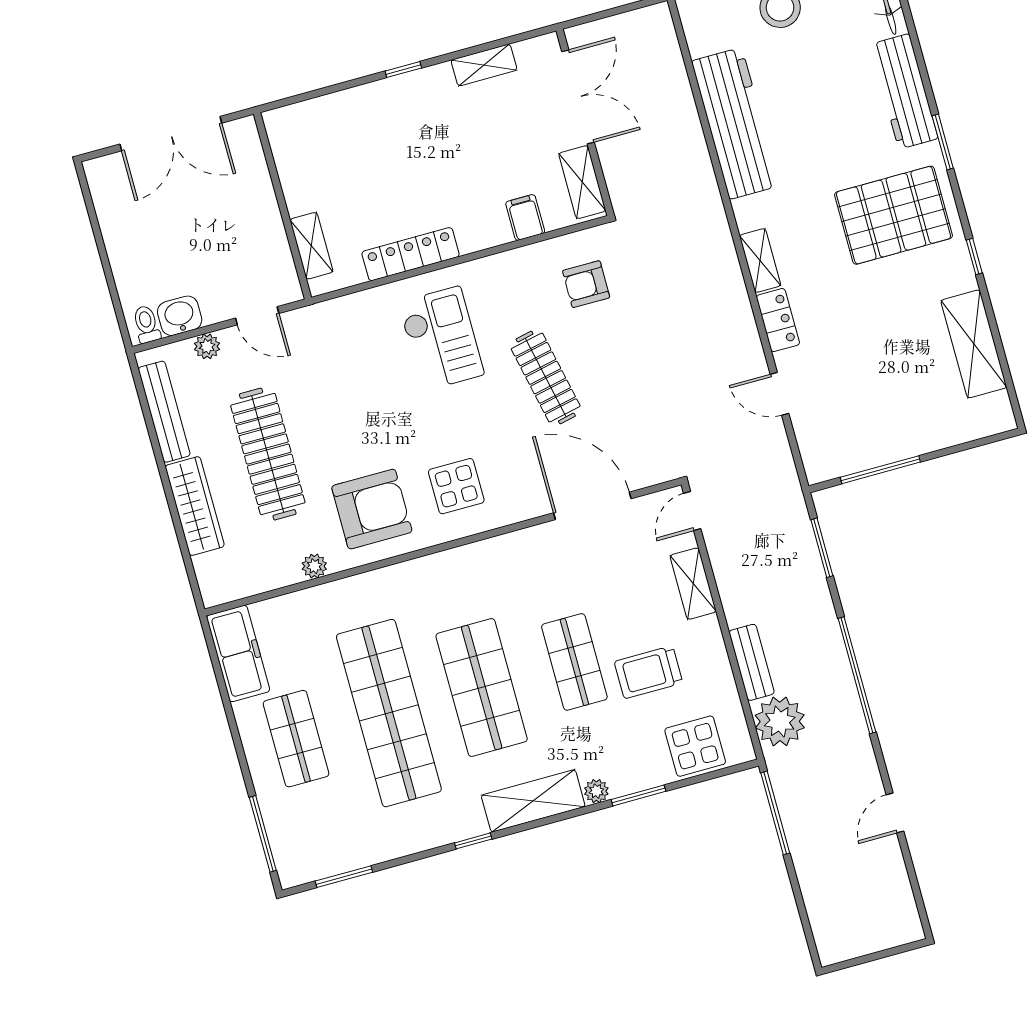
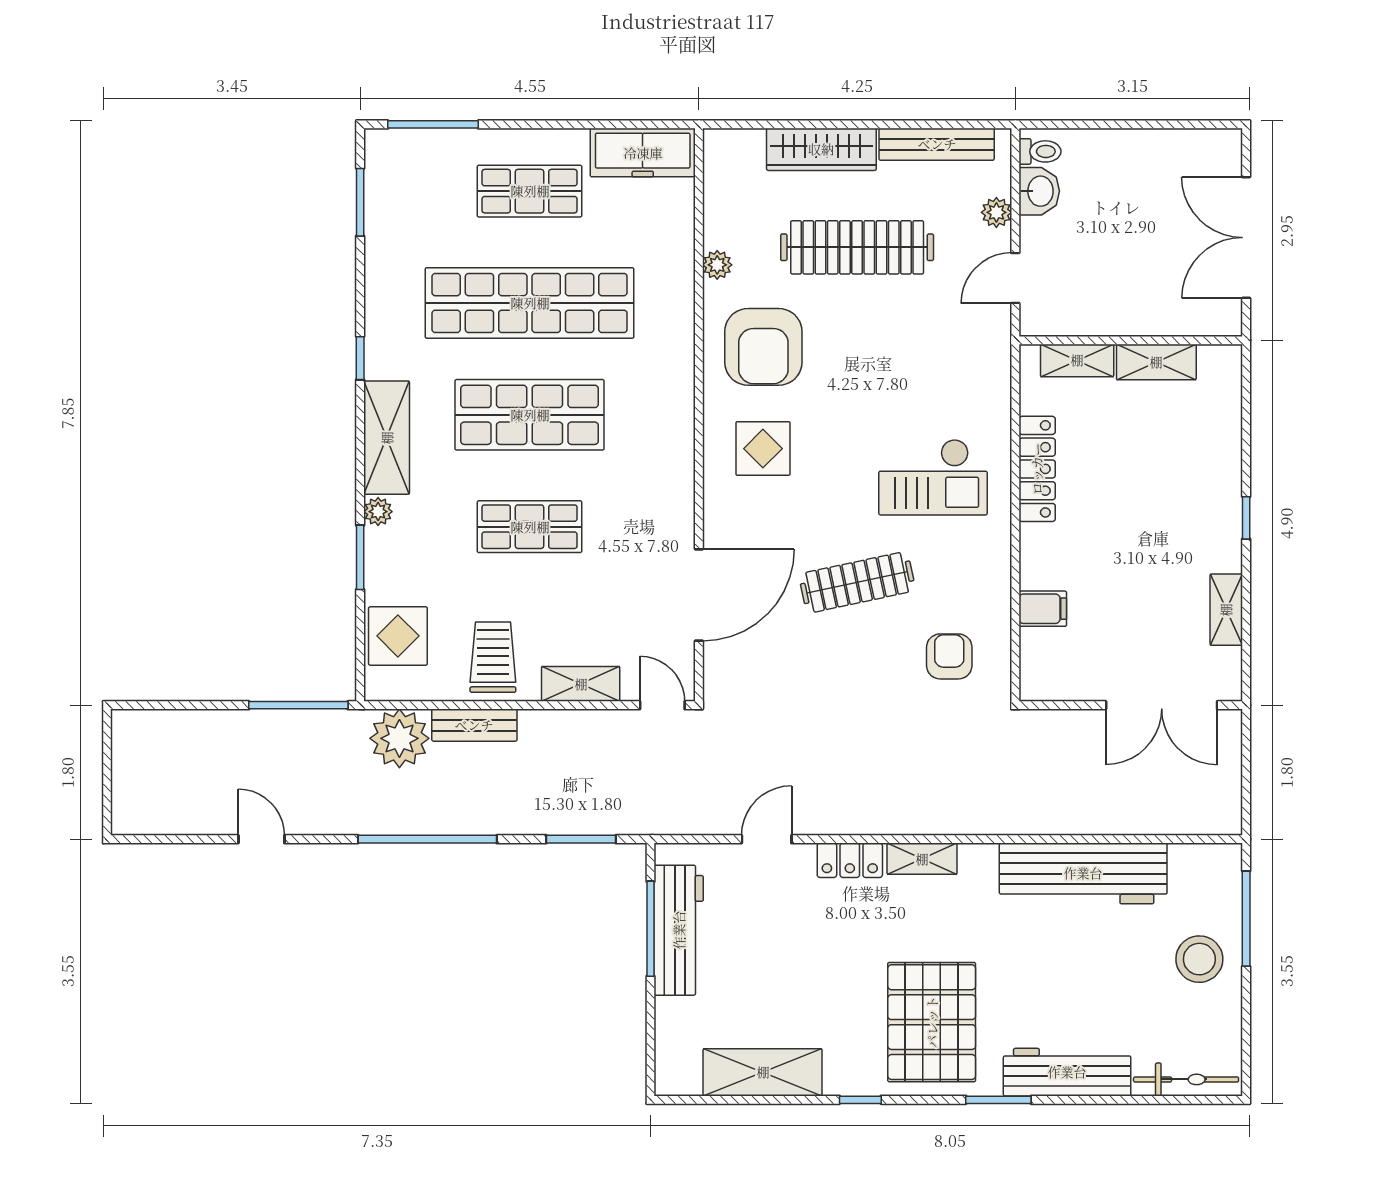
shelving: (582, 182) -> (1156, 362), moved
workbench: (875, 446) -> (679, 930), added
trolley: (648, 672) -> (493, 657), moved

